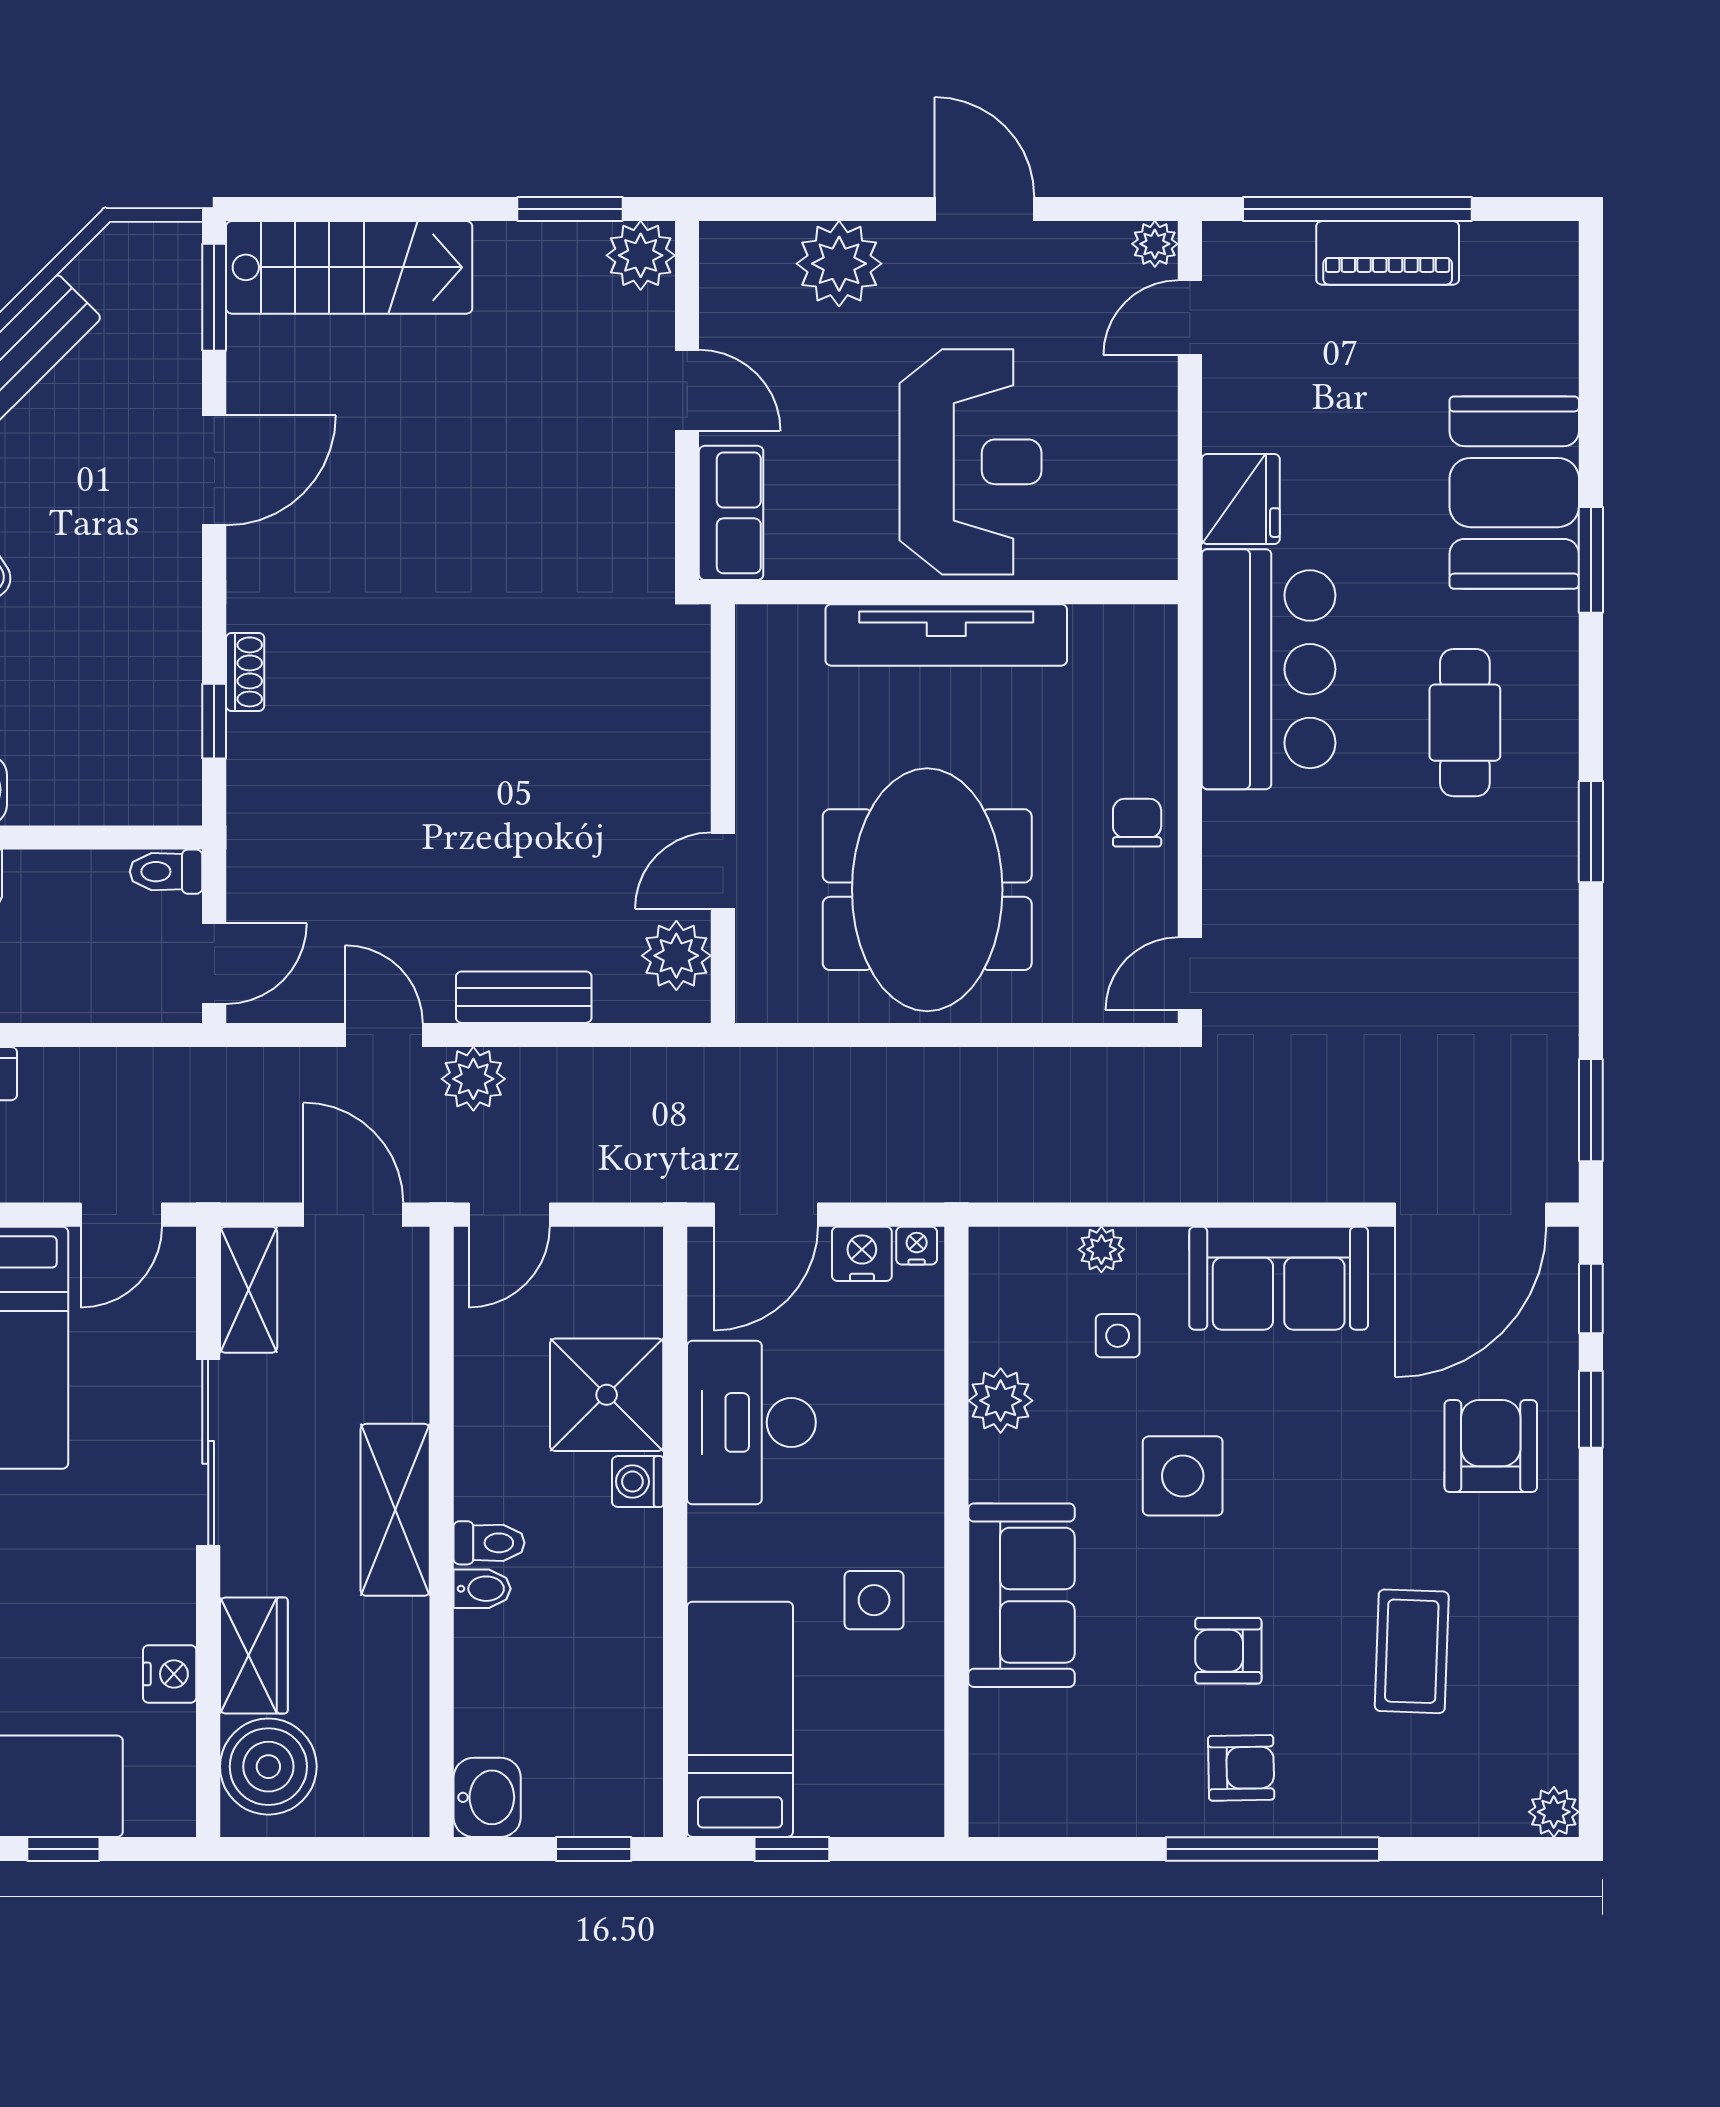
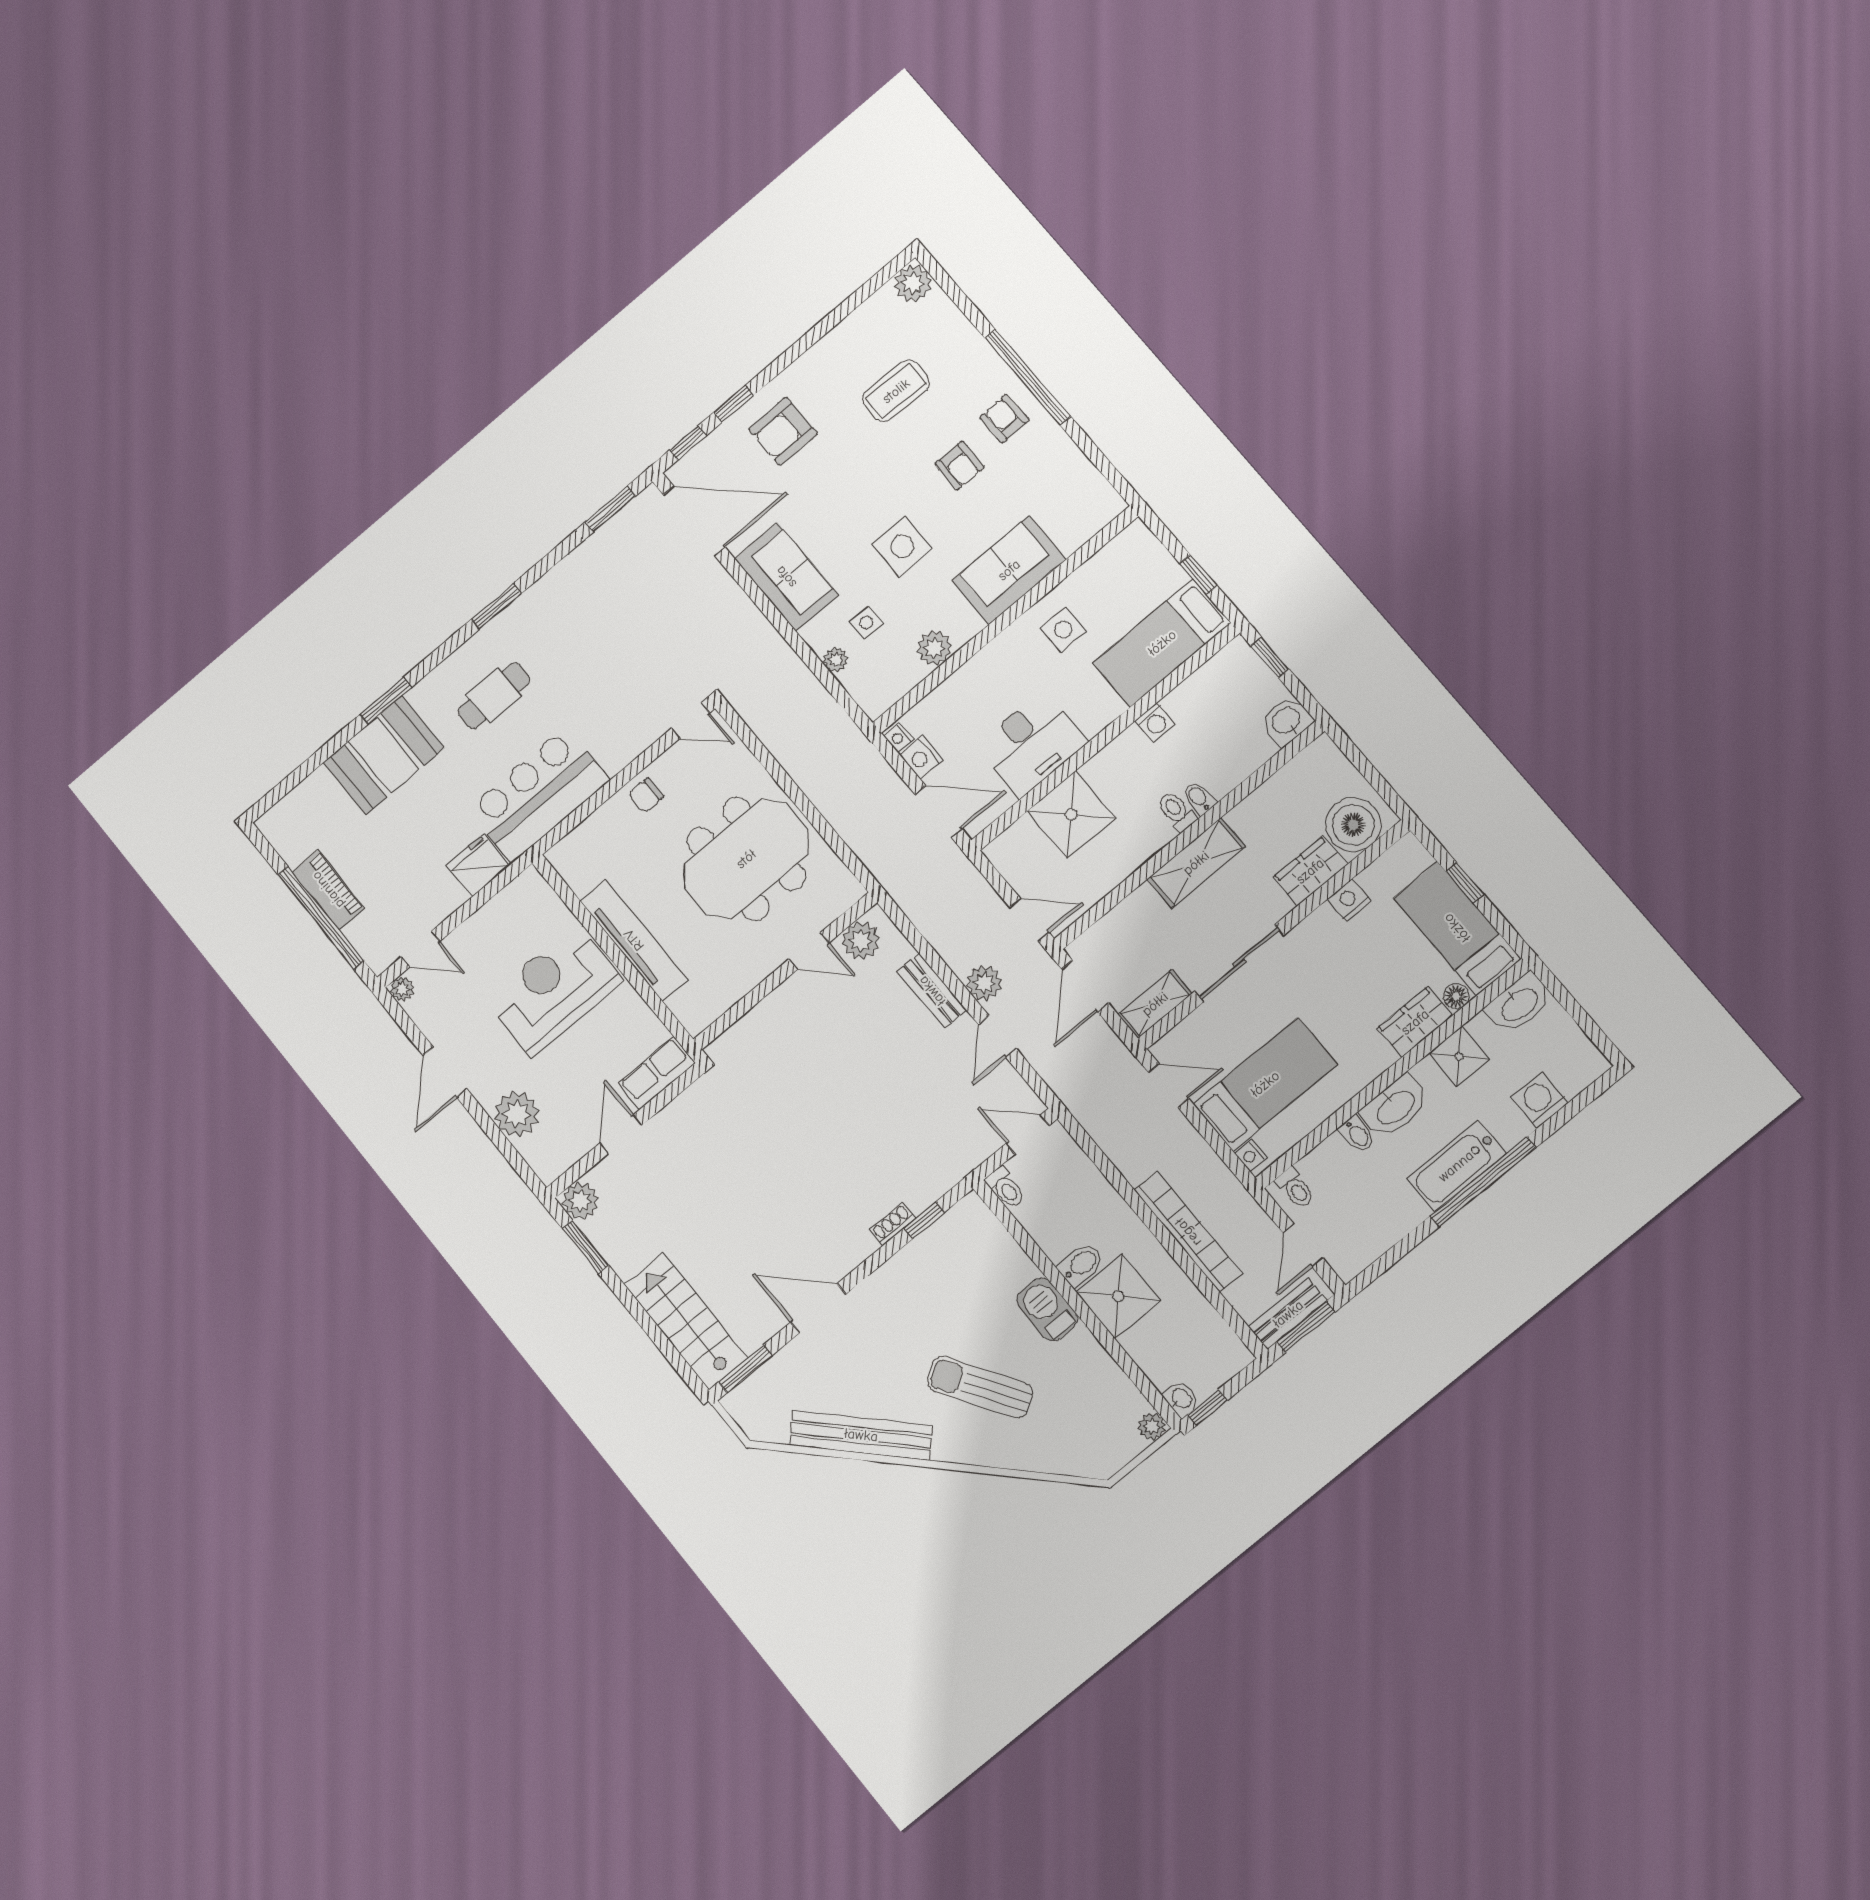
washing machine: (638, 1482) -> (1155, 722), moved
plant: (1554, 1812) -> (913, 283), width x1.38, depth x1.38

